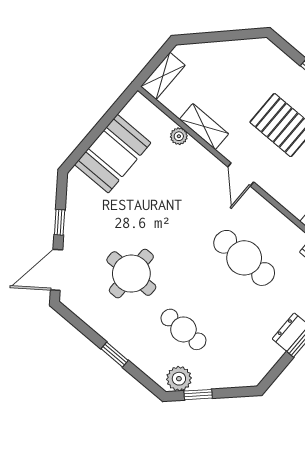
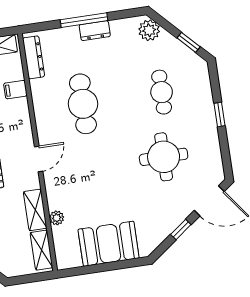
shelving: (163, 76) -> (42, 250), moved, turned 90
plant: (179, 379) -> (149, 30), moved

